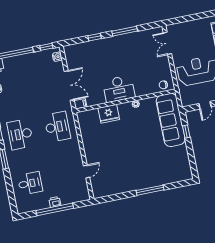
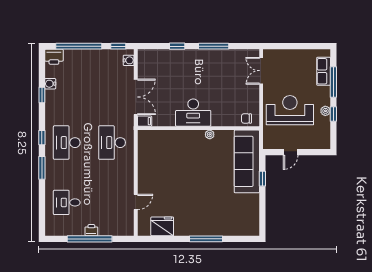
fridge: (109, 114) -> (162, 226), moved, turned 180
desk: (57, 127) -> (112, 143), turned 180
desk: (30, 183) -> (67, 202), turned 180

